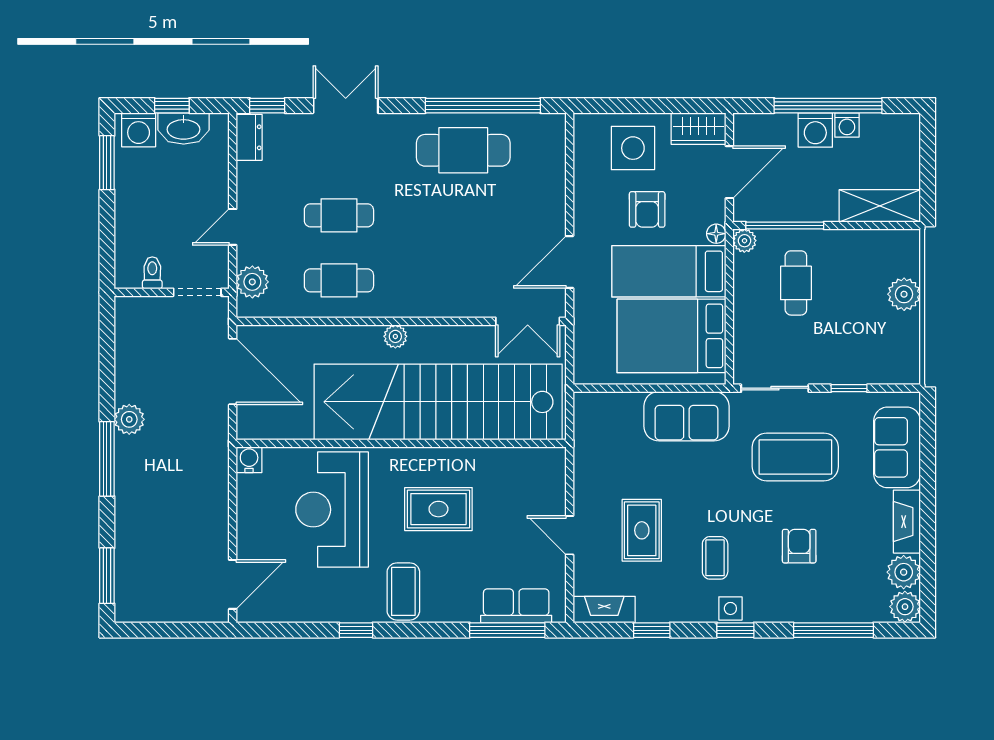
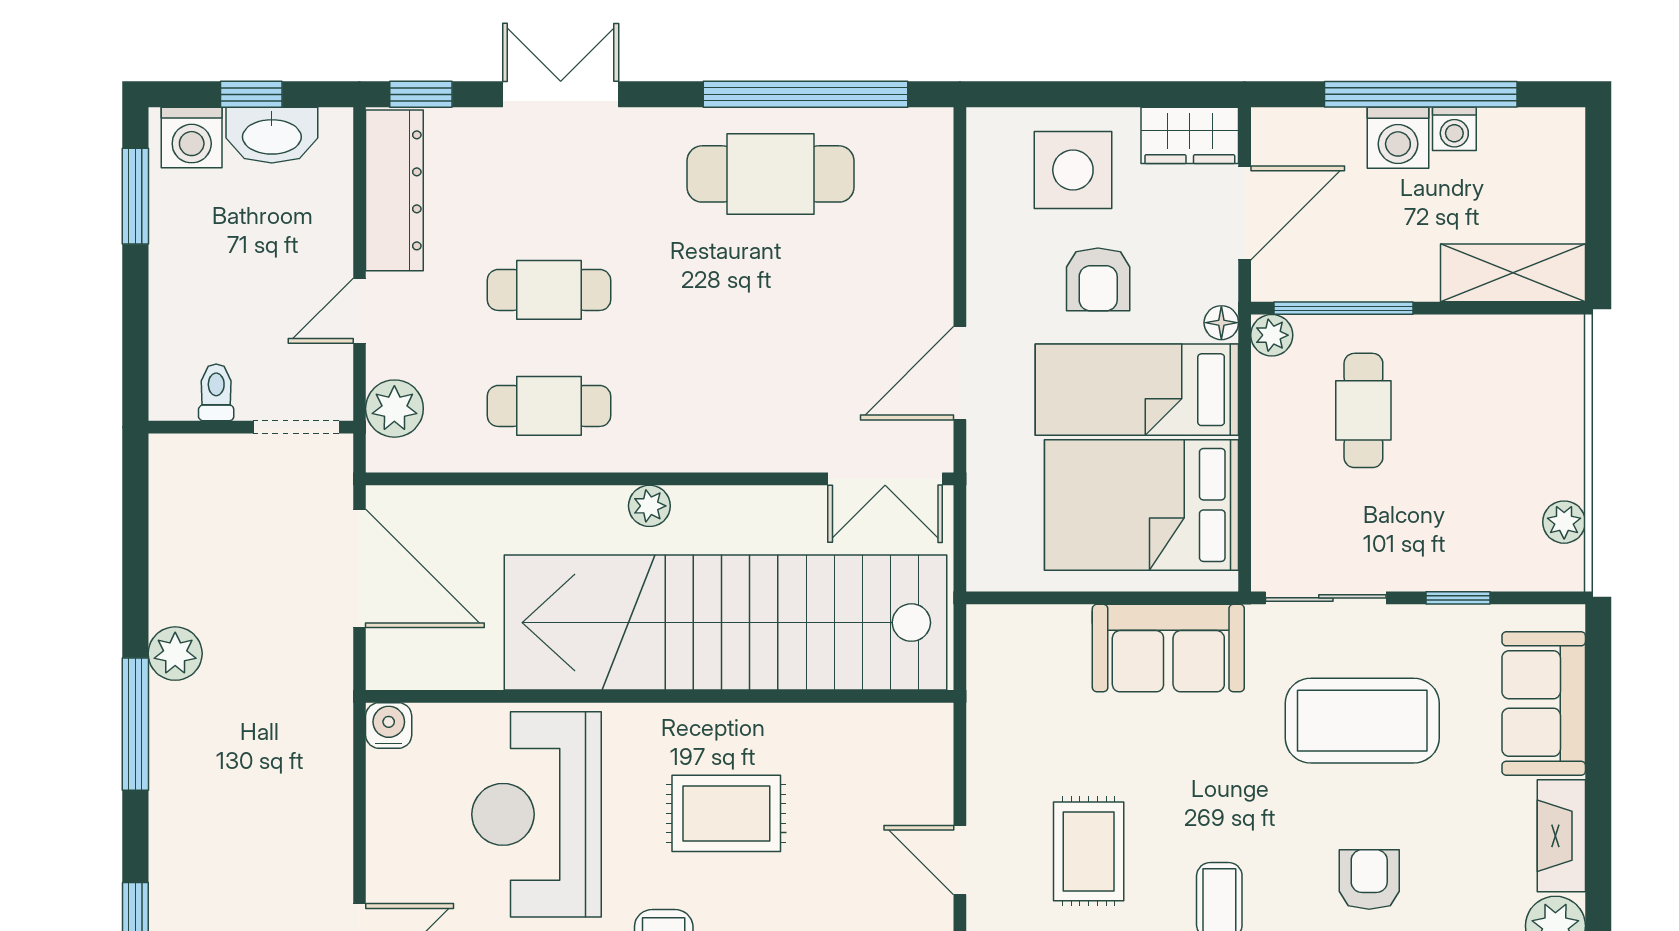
dresser: (249, 137) -> (394, 190), width x1.96, depth x1.24
plant: (904, 294) -> (1564, 522), moved, width x0.73, depth x0.73

